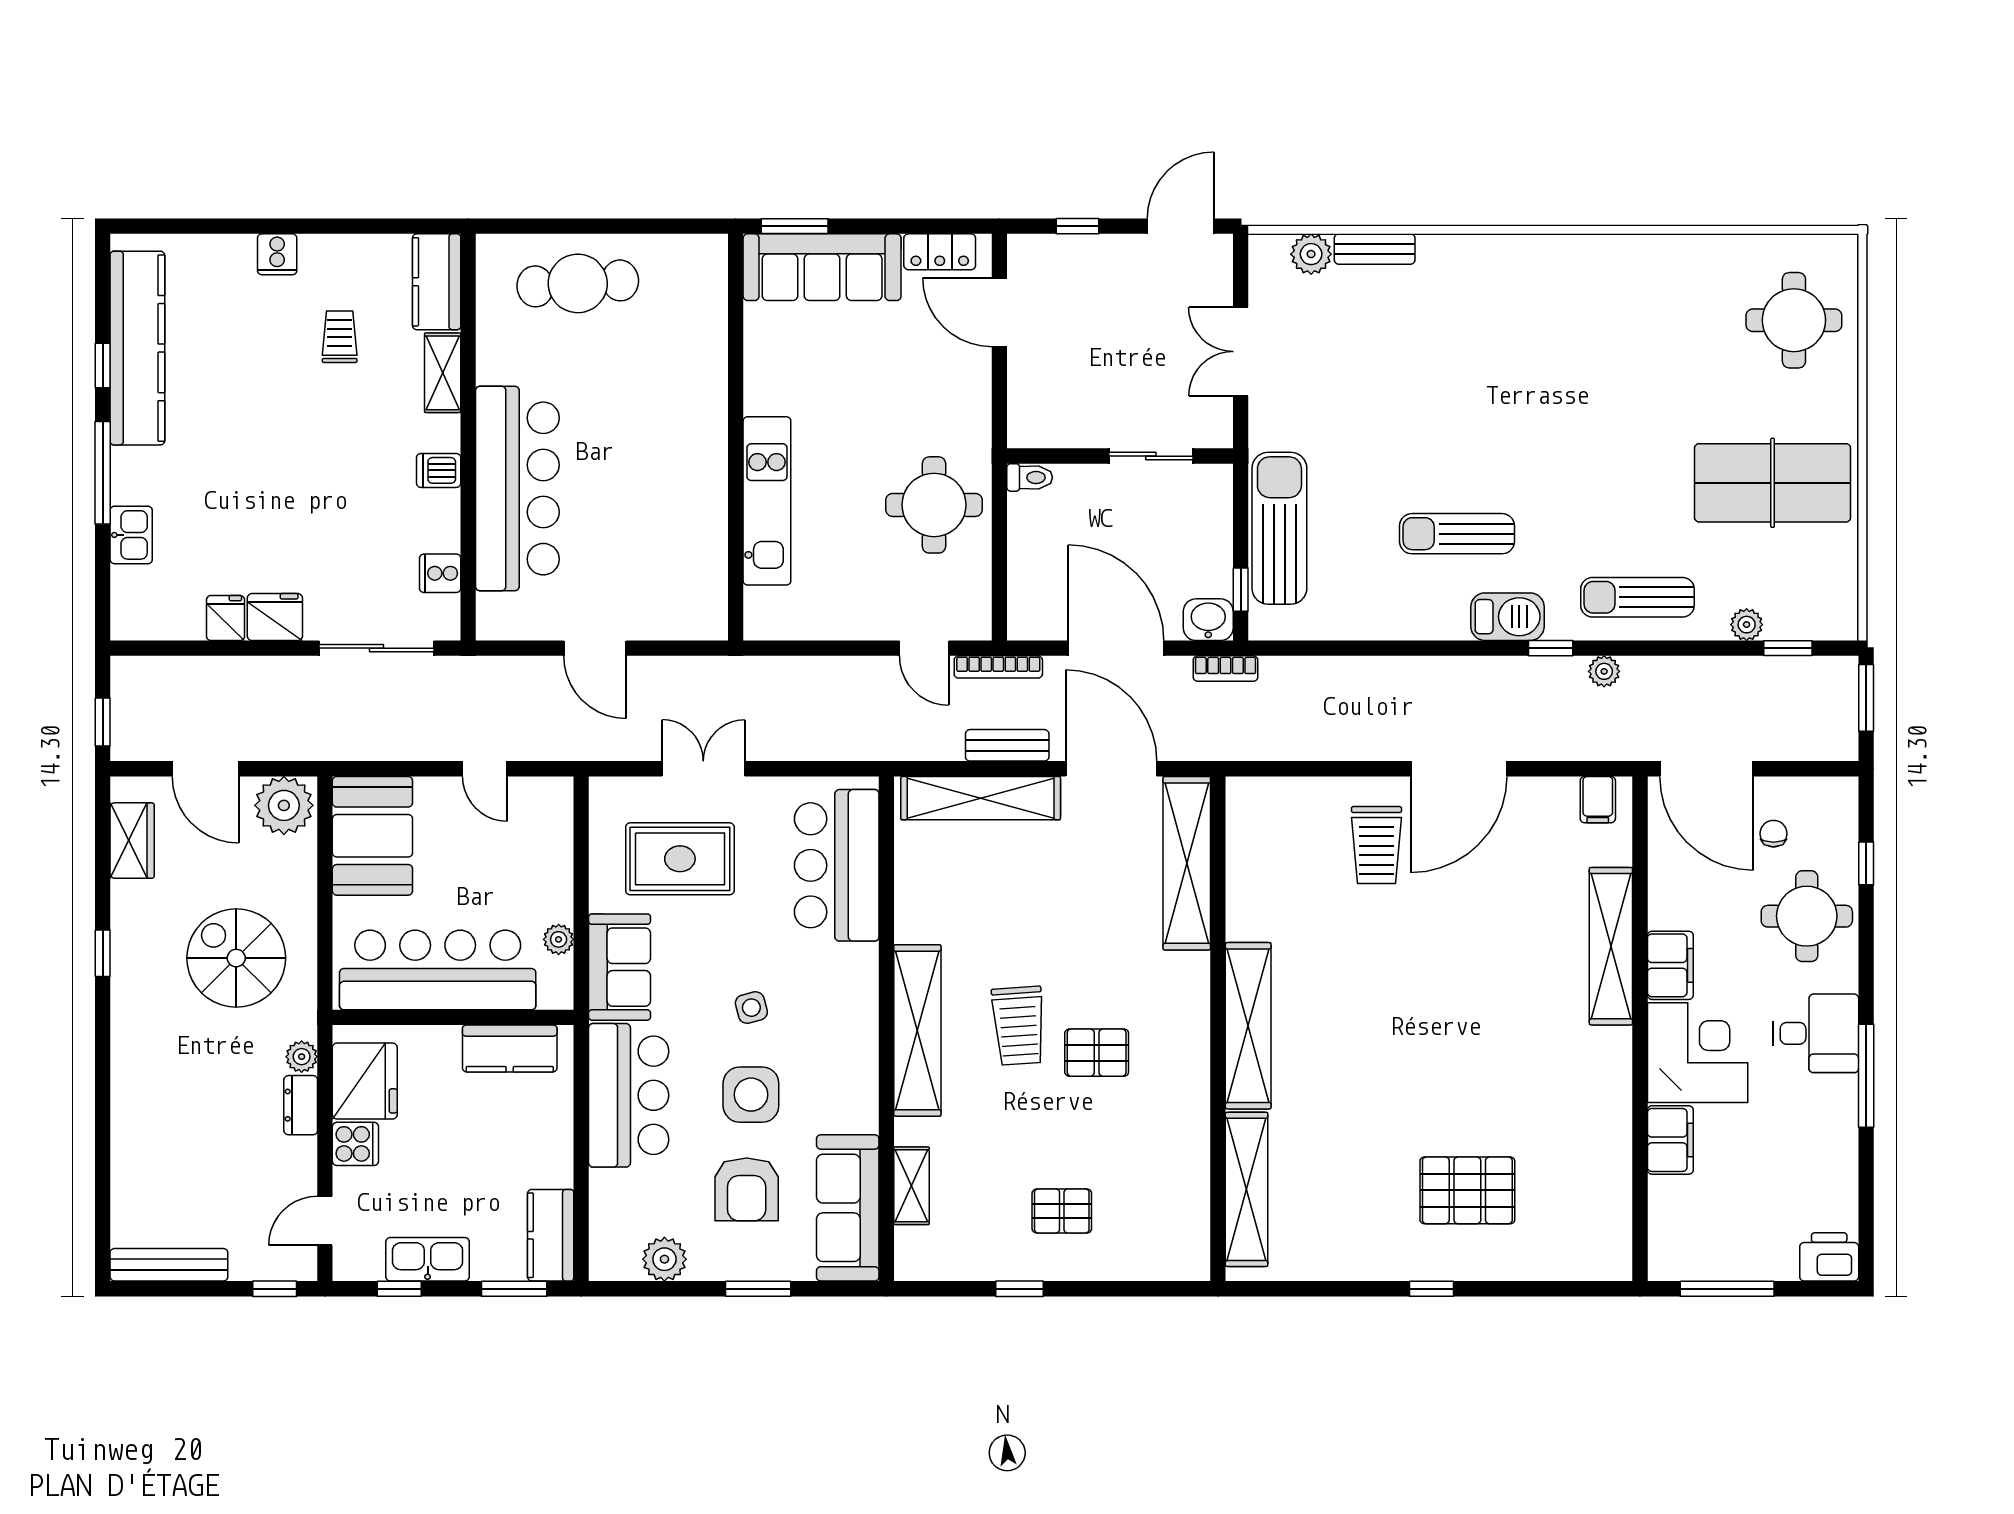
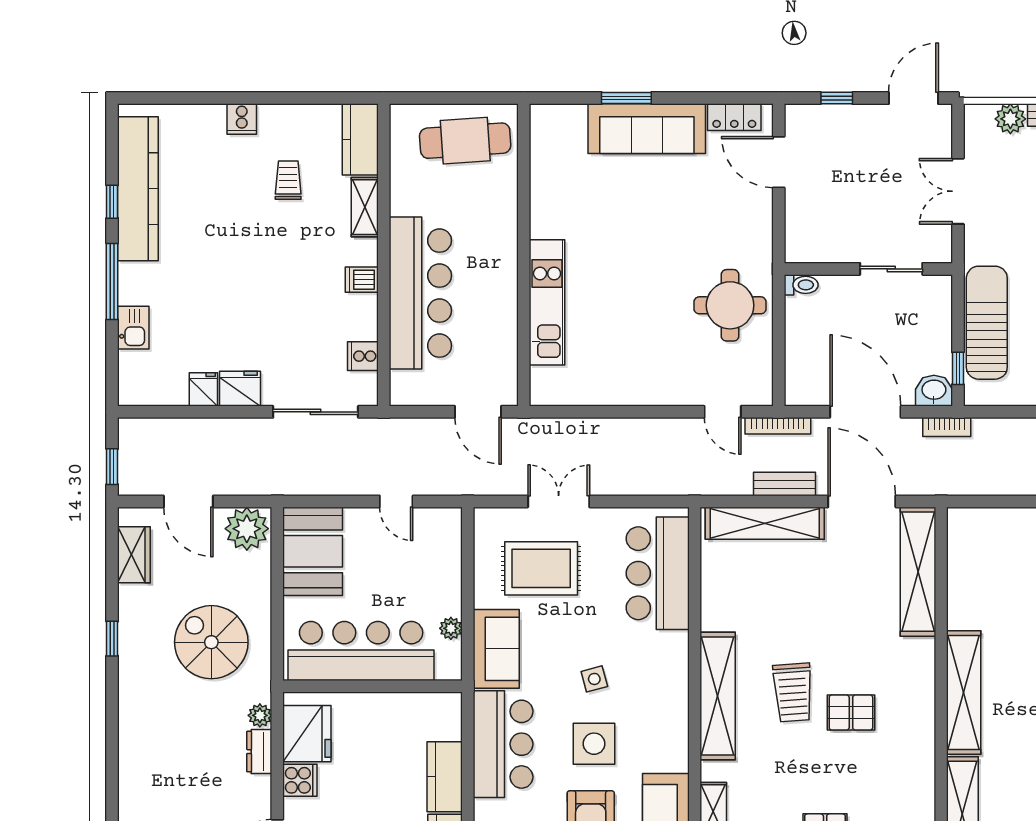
wall: (736, 437) -> (524, 255), moved
kitchen unit: (767, 501) -> (547, 302), moved
kitchen counter: (510, 1049) -> (445, 777), moved, turned 90

